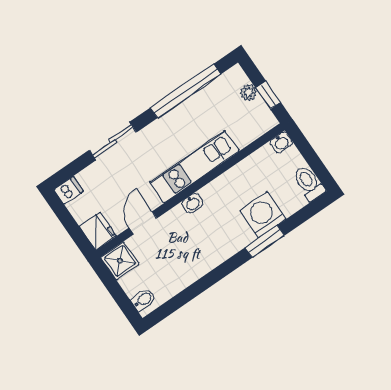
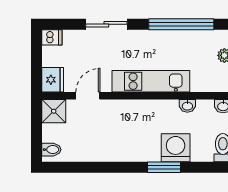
washbasin: (192, 203) -> (187, 106), moved

